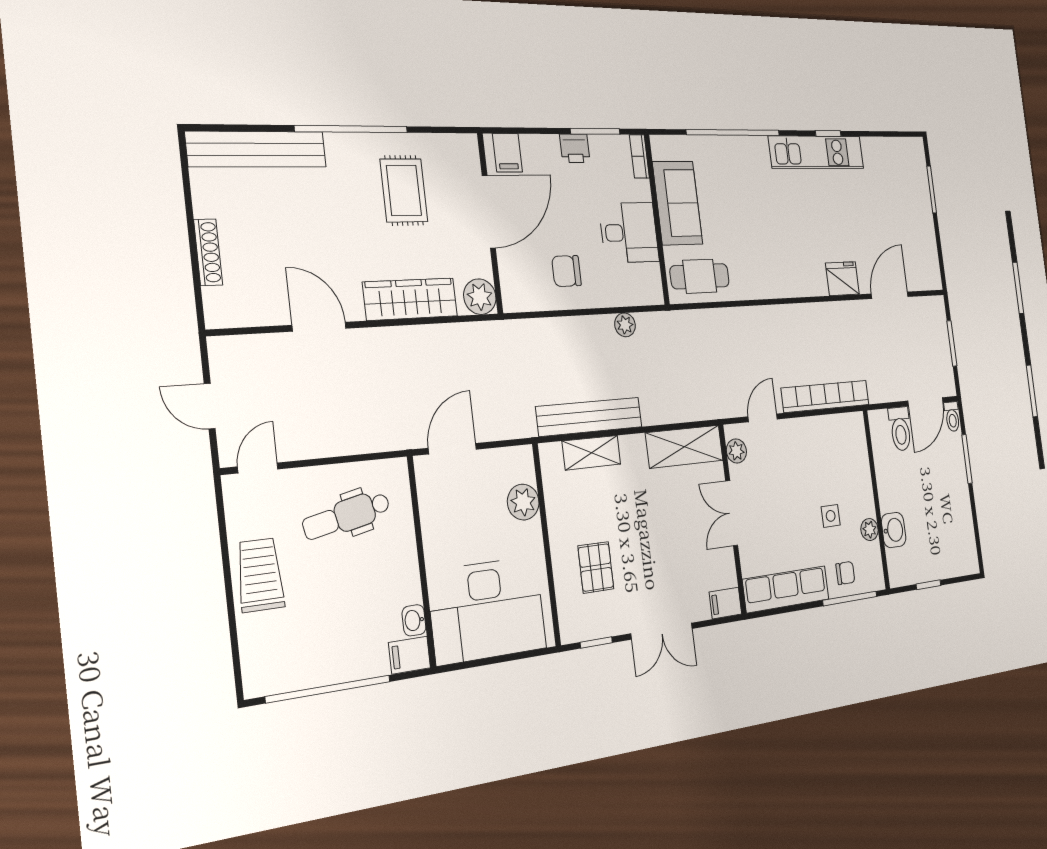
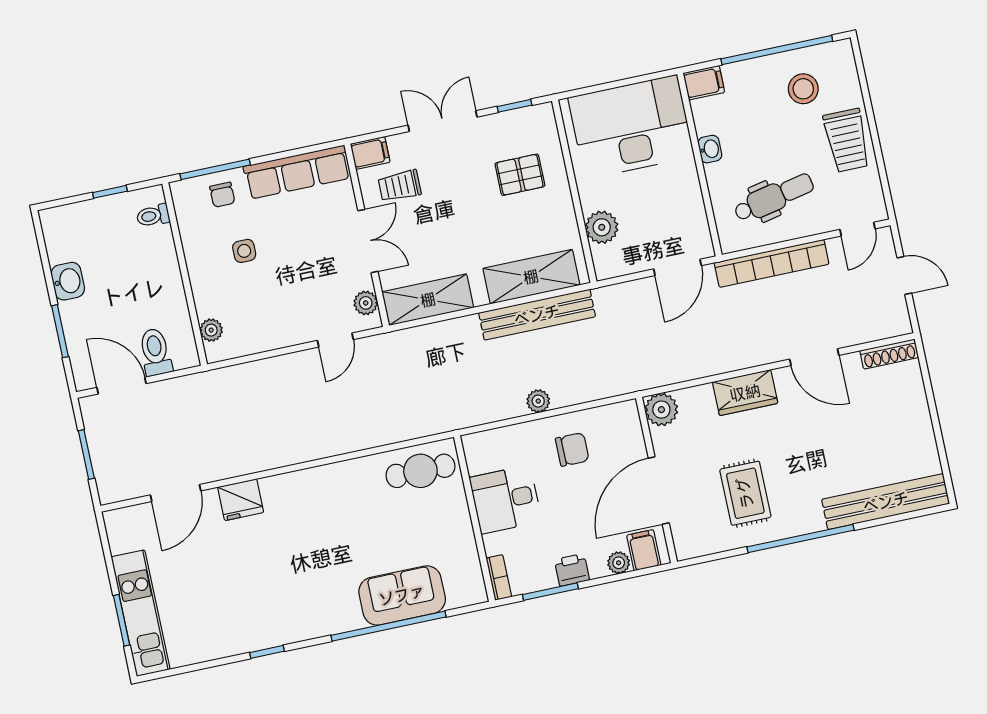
plant: (532, 145) -> (619, 563), added
kitchen unit: (816, 152) -> (141, 613), moved, turned 90
sofa: (678, 203) -> (402, 595), moved, turned 90
shoe rack: (208, 252) -> (889, 354), moved, turned -90
wardrobe: (410, 299) -> (745, 393), width x0.67
plant: (625, 325) -> (538, 401), moved
bookcase: (825, 396) -> (772, 263), moved
door: (925, 402) -> (122, 386), hinge flipped
toilet: (952, 417) -> (153, 216), moved, turned -90
shelving: (591, 453) -> (531, 277), width x1.50, depth x1.33
plant: (870, 530) -> (211, 330), moved
washbasin: (894, 530) -> (68, 281), moved, turned 180
pallet: (596, 567) -> (520, 175), turned 90
trolley: (702, 567) -> (400, 186), added
chair: (845, 573) -> (222, 195), turned -90
washbasin: (414, 620) -> (710, 149), moved
stool: (303, 641) -> (803, 89), added

